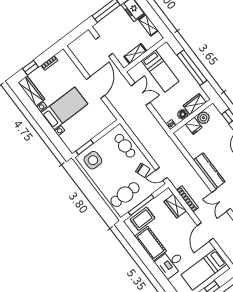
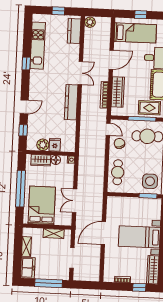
bed: (160, 71) -> (42, 205), width x1.50
wardrobe: (175, 206) -> (118, 92), width x1.50

